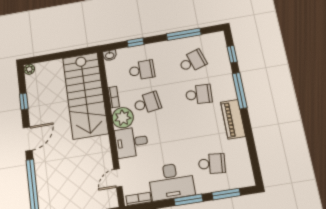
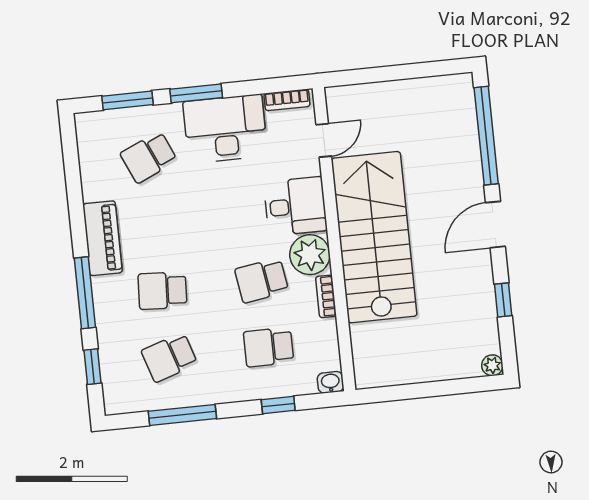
stairs: (85, 95) -> (374, 237), moved
school desk: (212, 164) -> (149, 157), turned -30

